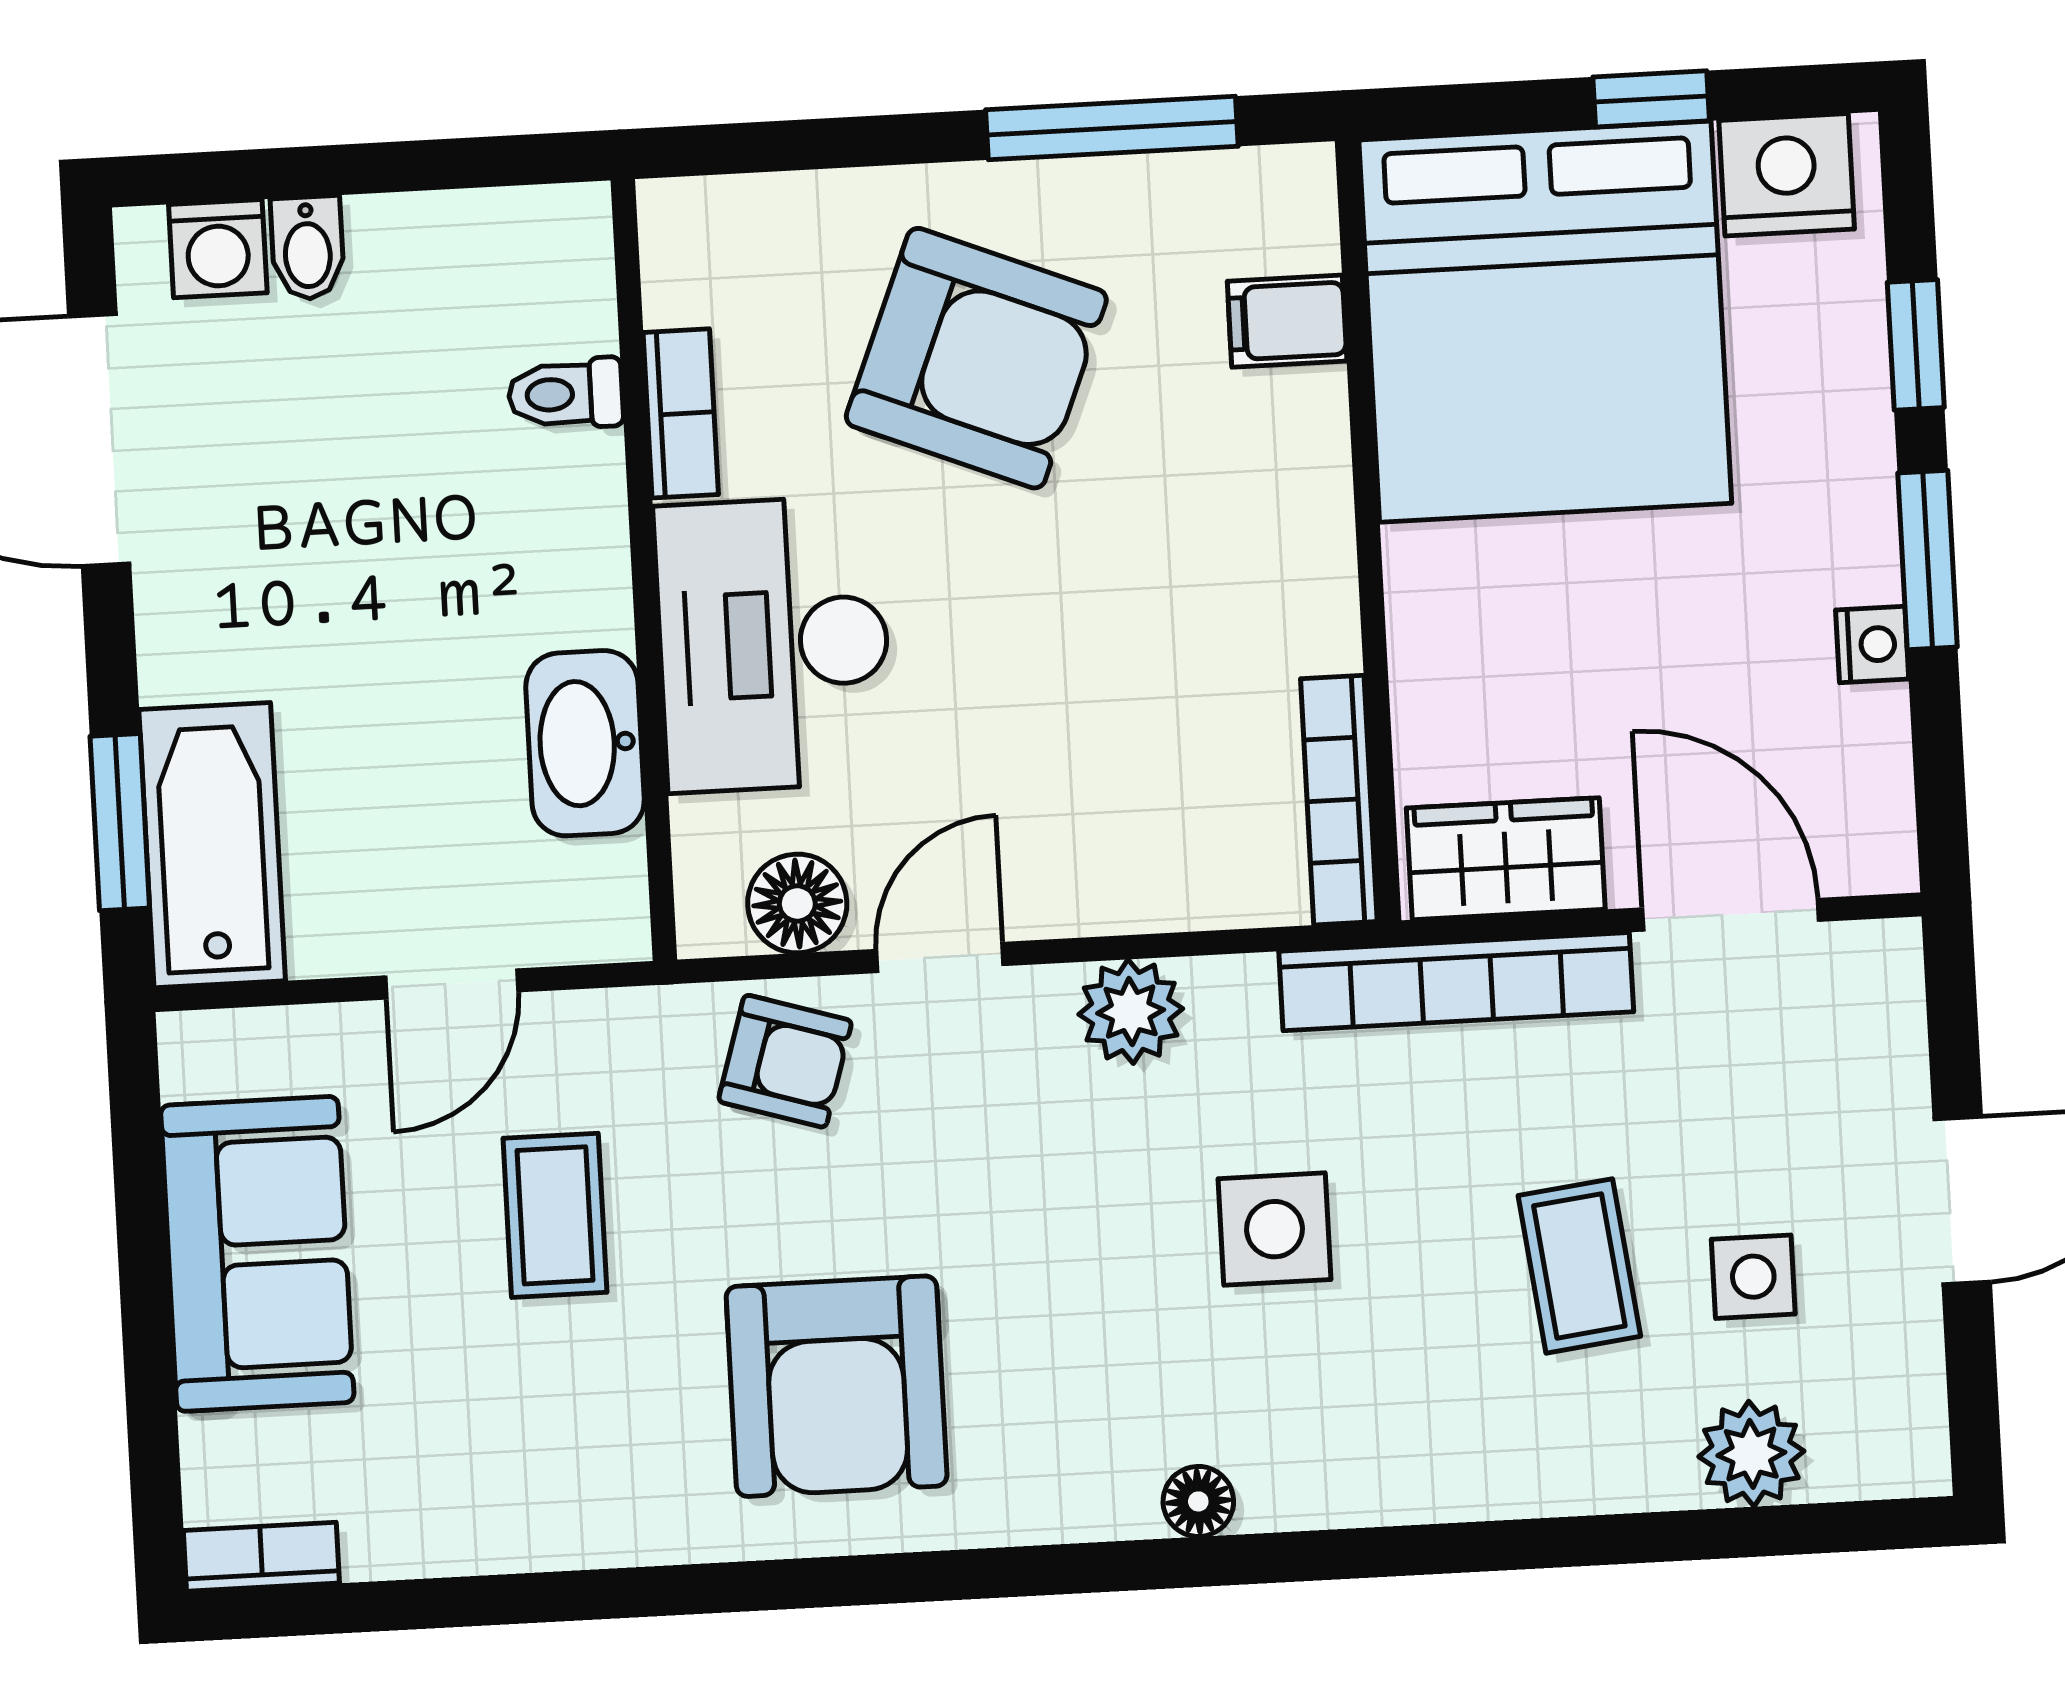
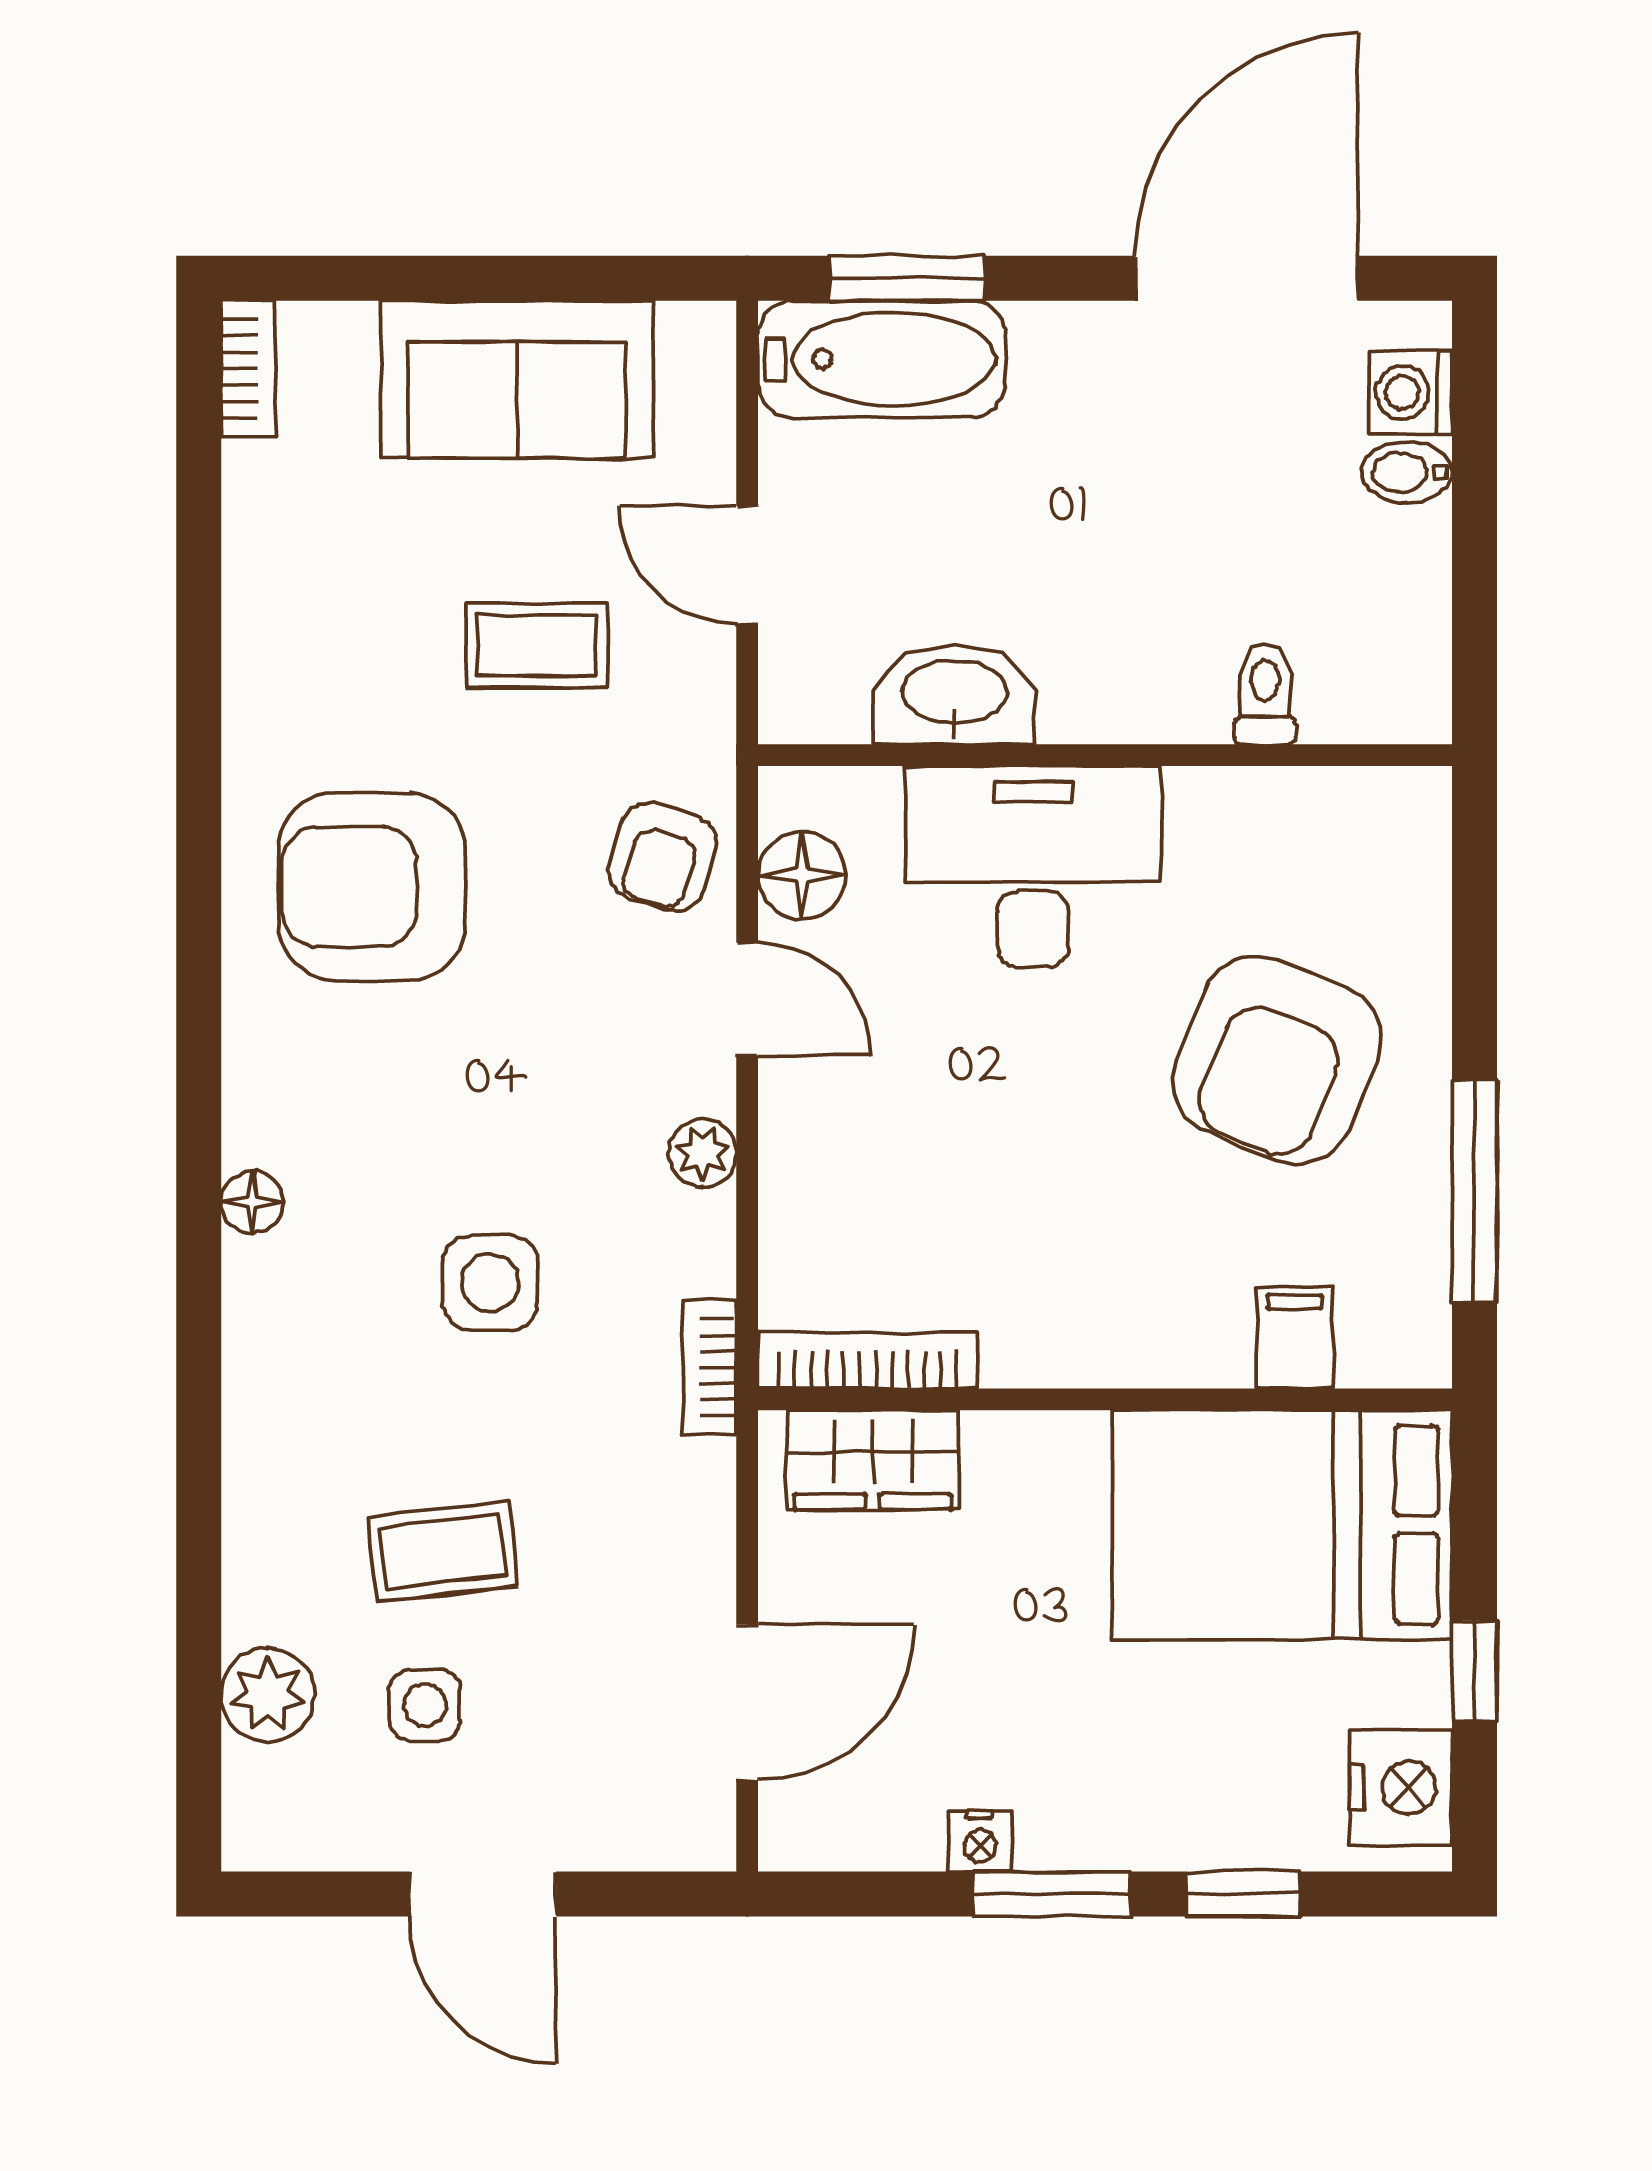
bed: (1545, 322) -> (1282, 1525), width x0.73
bookcase: (681, 413) -> (1242, 795), removed
wardrobe: (1506, 859) -> (873, 1460), moved, turned 90
bookcase: (1456, 982) -> (709, 1367), width x0.43, depth x0.76
plant: (1131, 1012) -> (703, 1153), width x0.73, depth x0.73

